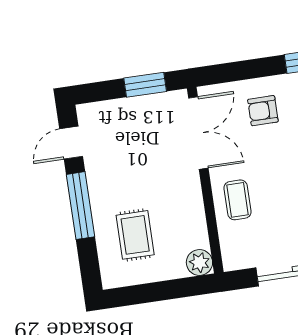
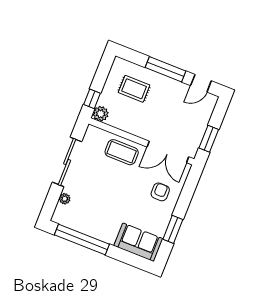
door: (71, 143) -> (201, 83), swing flipped
coffee table: (237, 200) -> (122, 152), width x1.36, depth x1.30
window: (185, 287) -> (92, 99), added

